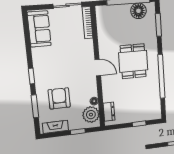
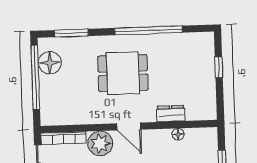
door: (98, 68) -> (129, 126), swing flipped
dresser: (109, 112) -> (171, 114), moved
plant: (91, 115) -> (100, 143), moved

